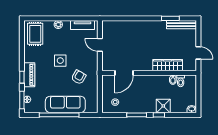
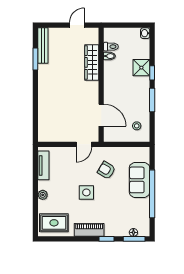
door: (100, 45) -> (84, 144), moved
piano: (29, 75) -> (89, 230), moved
sofa: (65, 104) -> (139, 180), width x0.73

